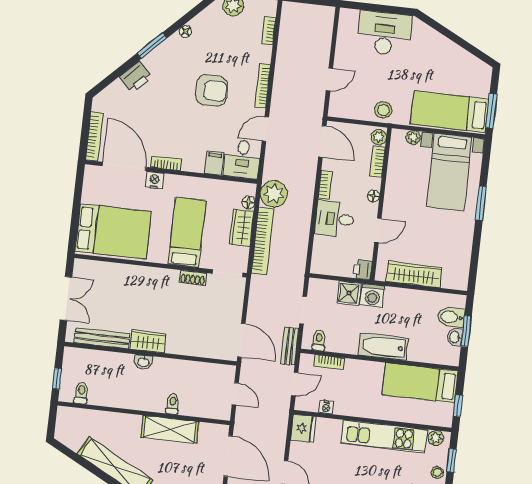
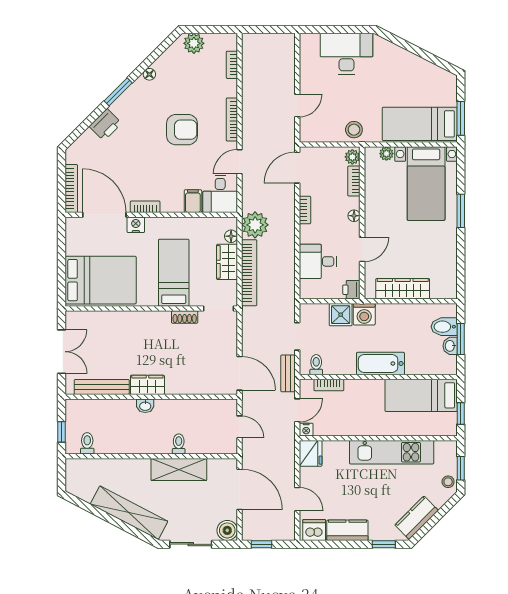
door: (322, 141) -> (297, 168), swing flipped
desk: (335, 219) -> (318, 261), moved
nightstand: (326, 407) -> (306, 430), moved
plant: (436, 438) -> (443, 448), removed

